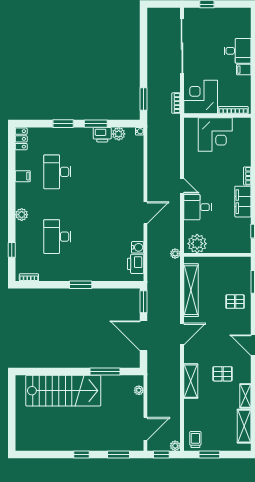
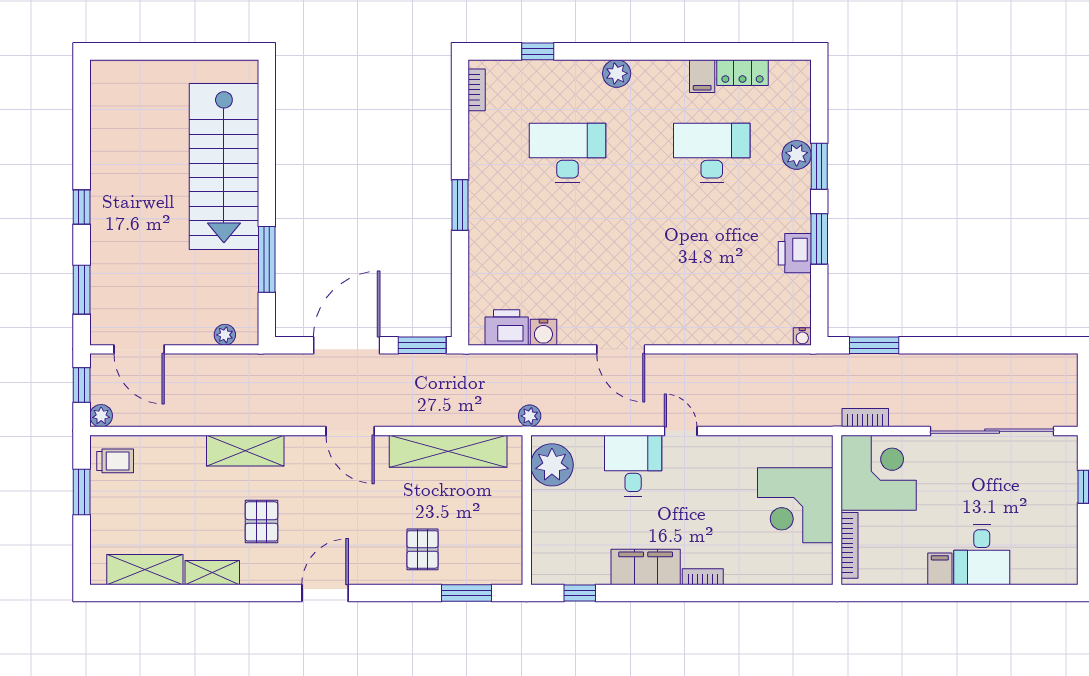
plant: (119, 134) -> (797, 155), moved
locker: (21, 139) -> (743, 73), moved
door: (182, 186) -> (681, 431), swing flipped

